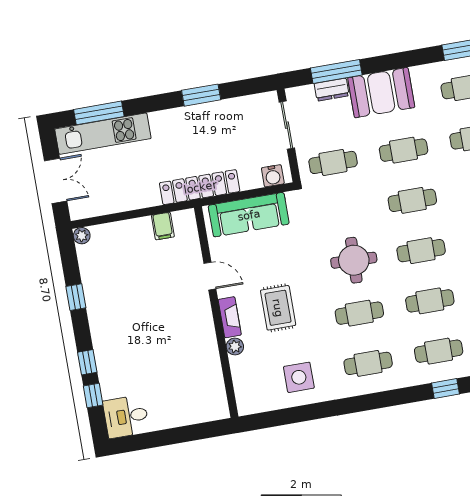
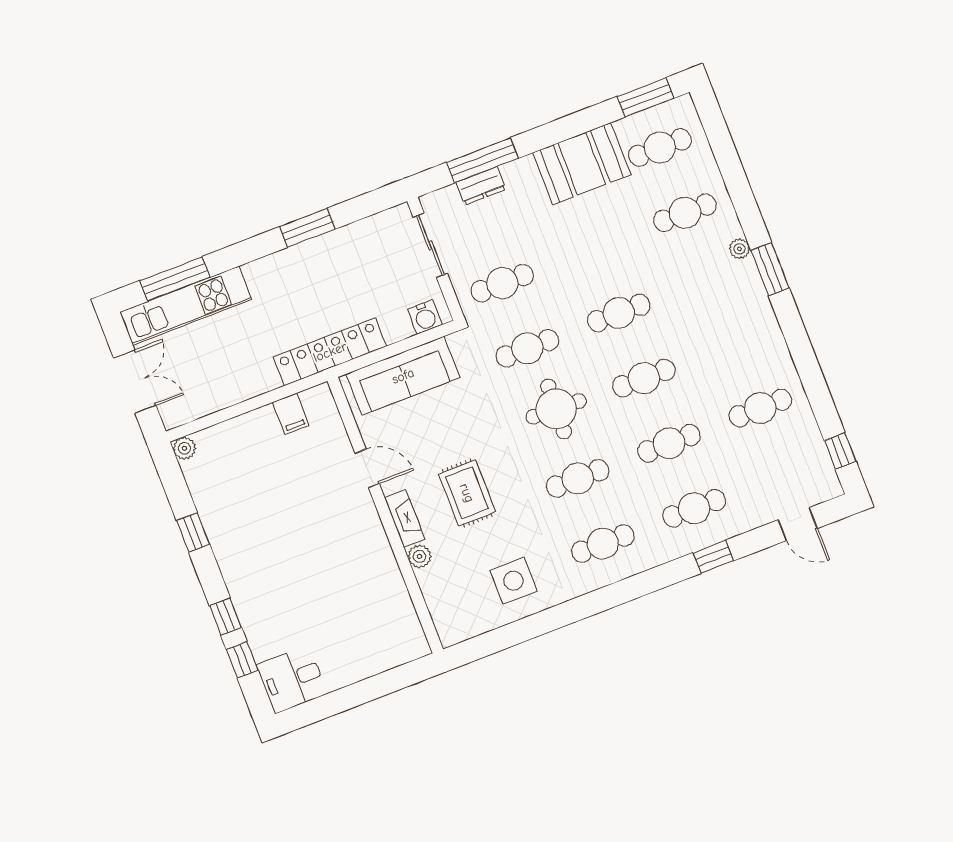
booth: (381, 93) -> (582, 164), moved
cafe table: (404, 150) -> (527, 348), moved

